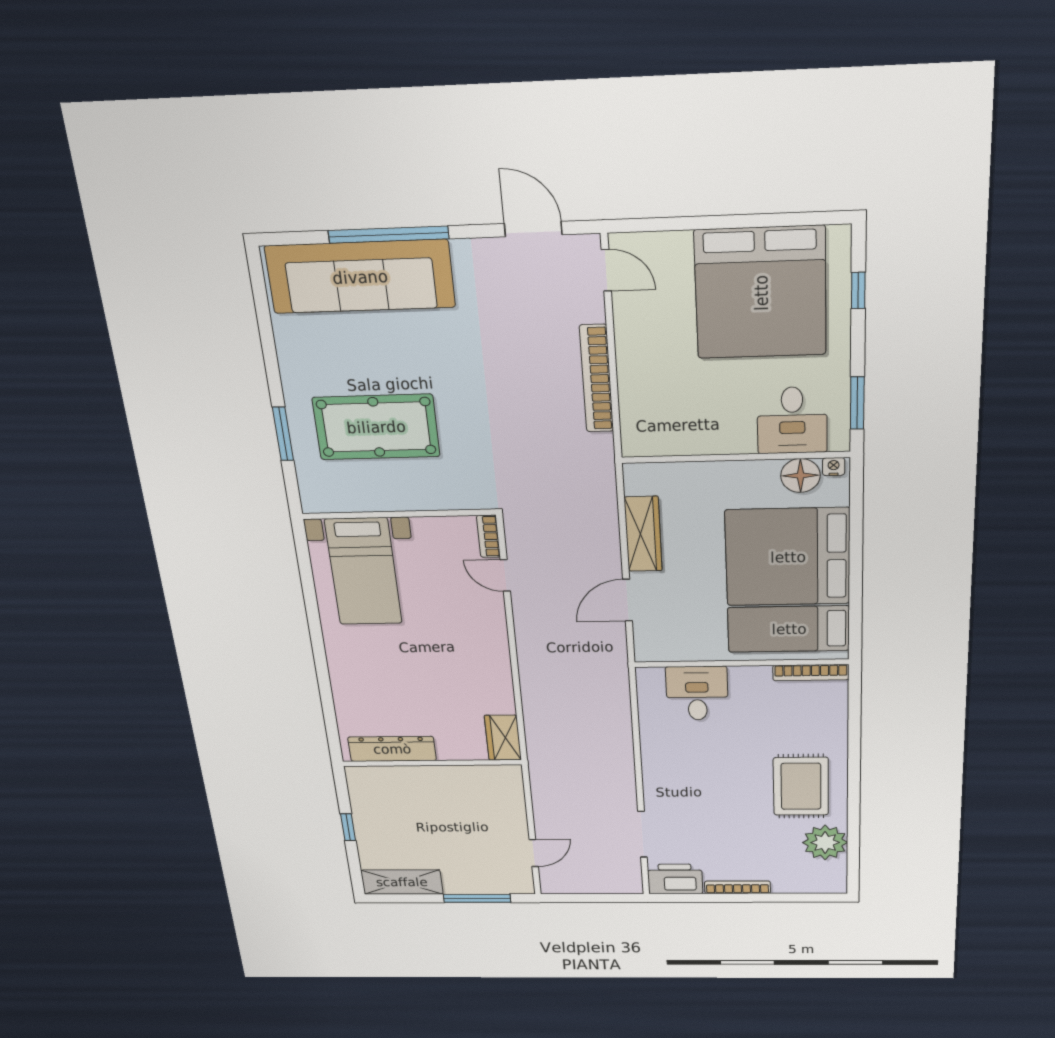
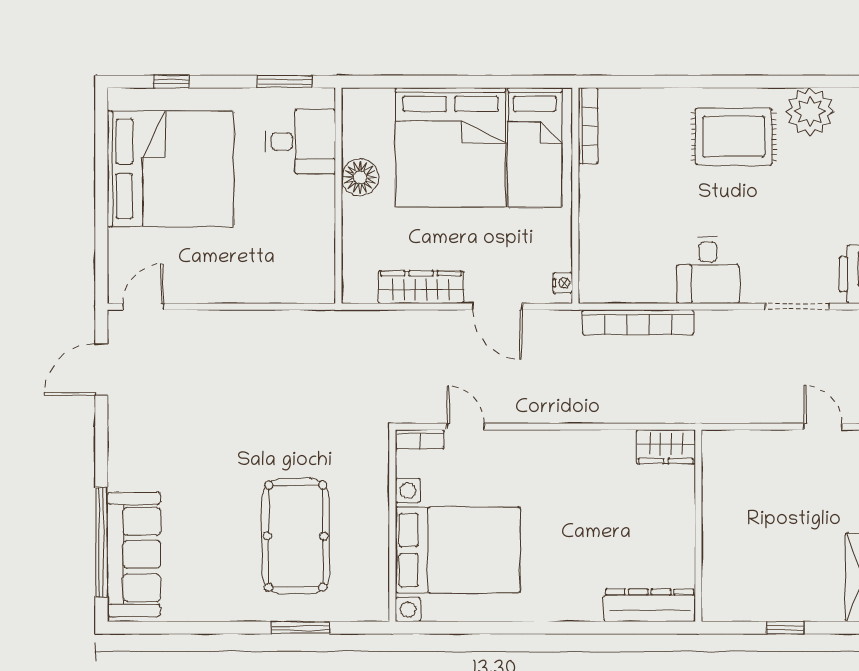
window: (388, 235) -> (101, 542), moved
sofa: (360, 277) -> (134, 554), width x0.74, depth x0.79
bookcase: (597, 379) -> (638, 322), moved
nightstand: (834, 467) -> (563, 283), moved, turned 180
floor lamp: (800, 476) -> (360, 177), moved
bed with nightstands: (364, 572) -> (458, 550), width x1.36
door: (505, 575) -> (466, 427), swing flipped
desk: (697, 693) -> (708, 270), moved, turned -90
dresser: (392, 749) -> (650, 605), moved, turned 90

